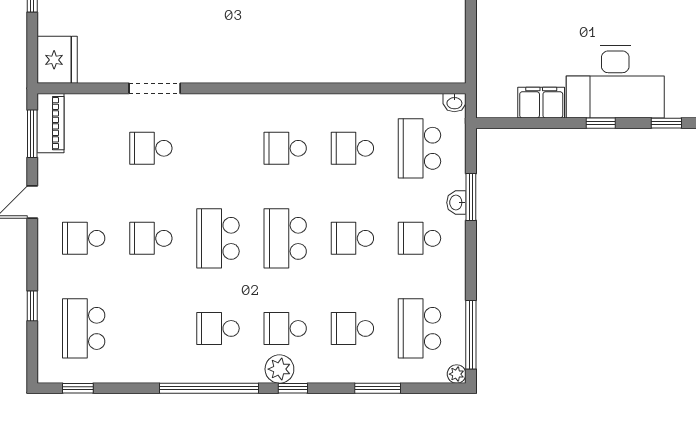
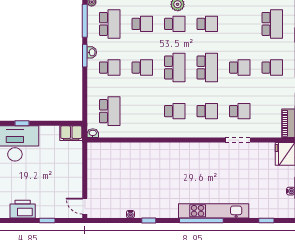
filing cabinet: (541, 103) -> (71, 133), moved
school desk: (352, 148) -> (207, 111), moved
window: (471, 197) -> (85, 56), moved
washbasin: (456, 203) -> (92, 52), moved

